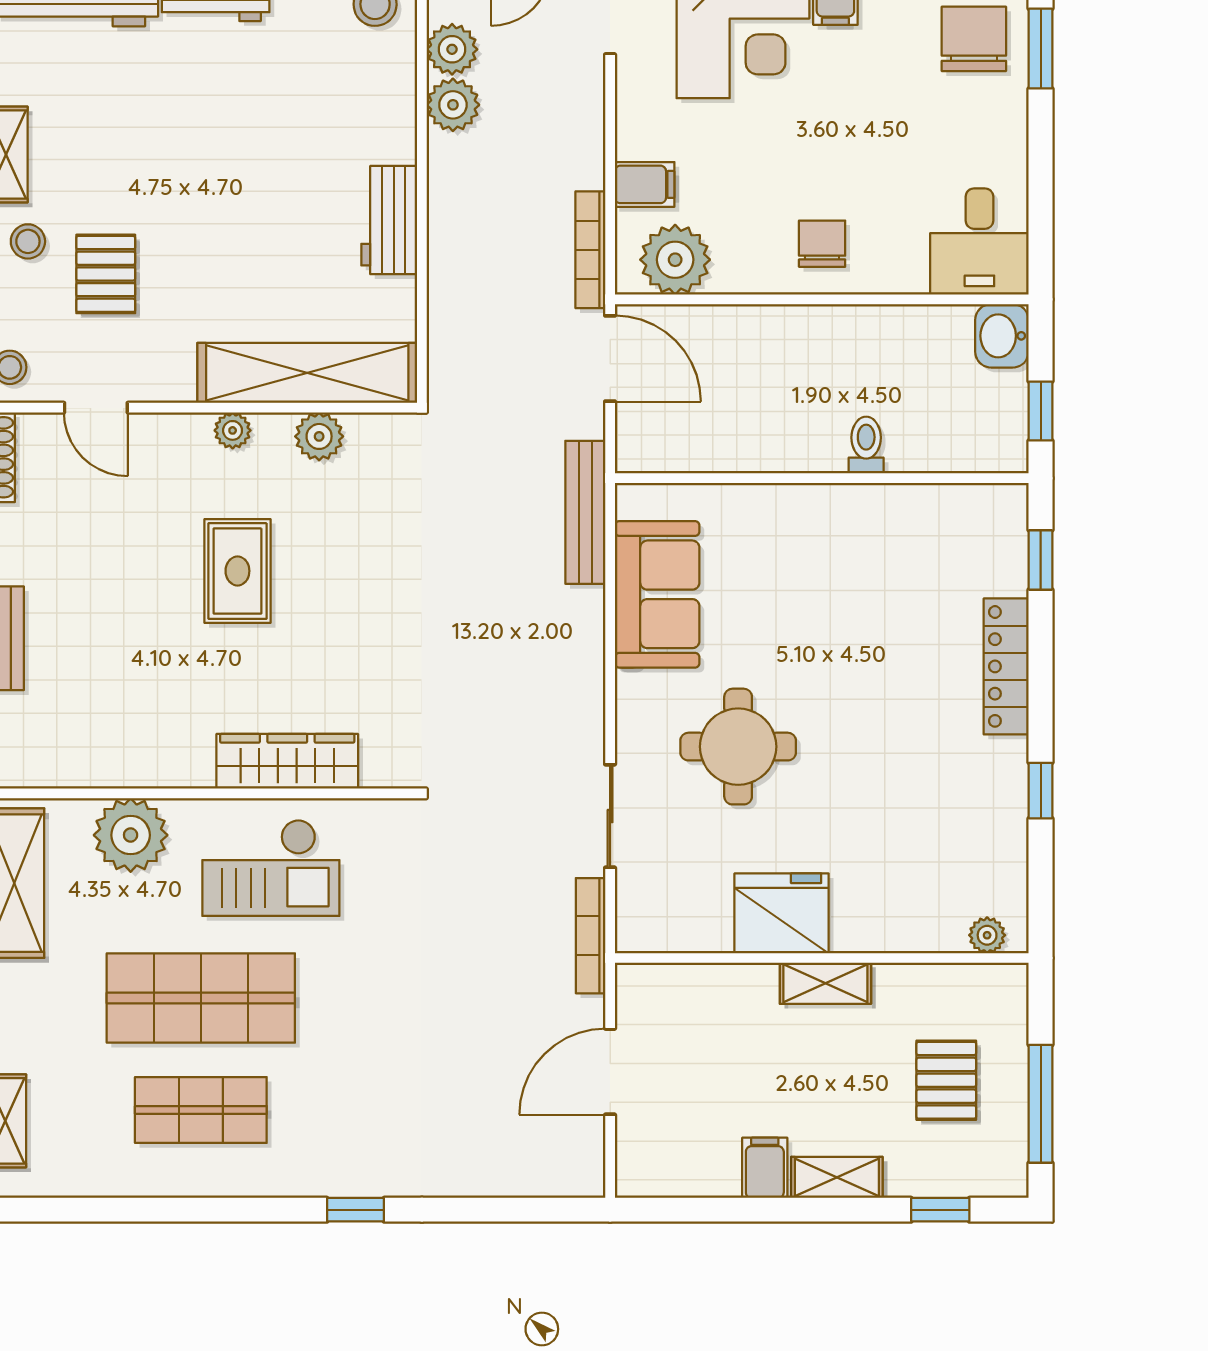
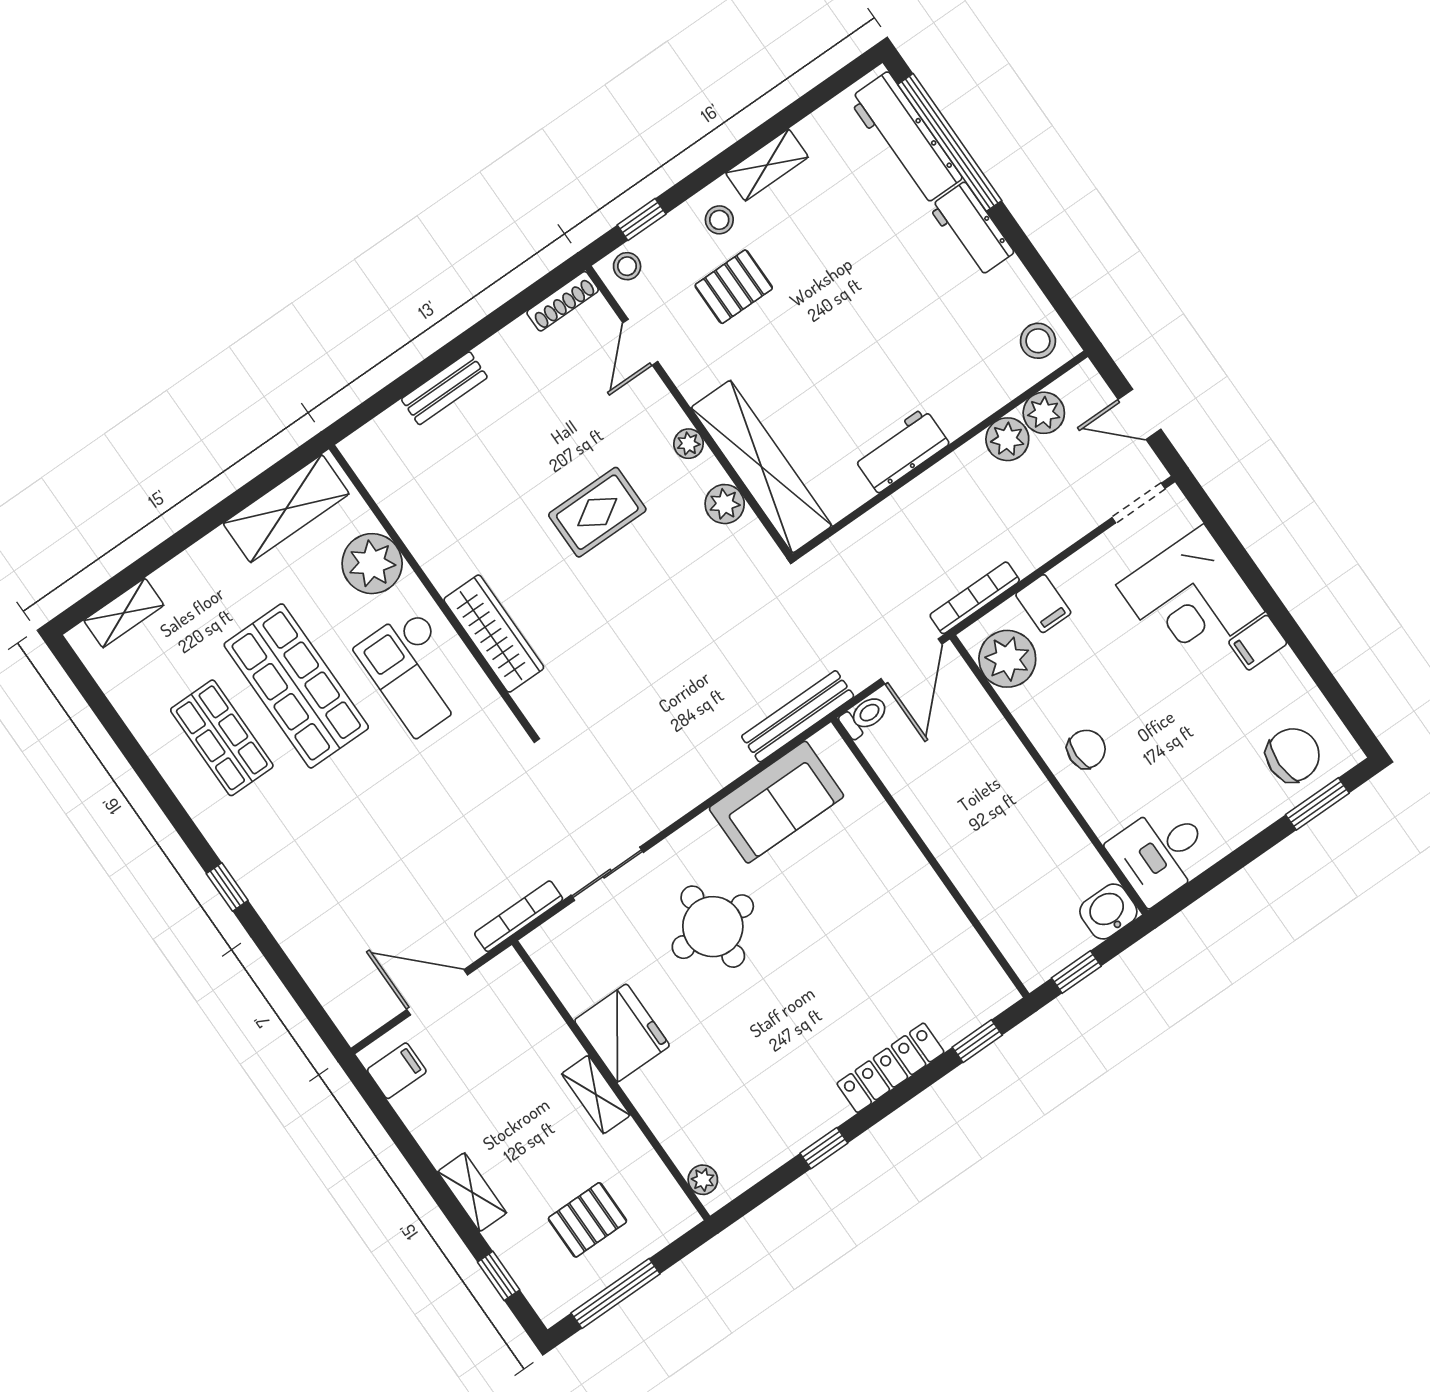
toilet: (866, 445) -> (864, 716), moved
filing cabinet: (765, 1168) -> (397, 1071), moved

